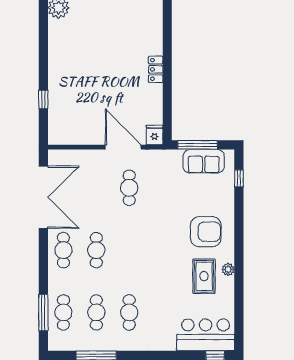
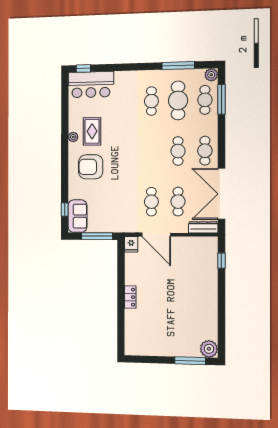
window: (43, 99) -> (221, 261), moved
dresser: (65, 156) -> (203, 227), added
sofa: (204, 161) -> (77, 216), moved, turned 90
cafe table: (96, 188) -> (178, 202), added
cafe table: (96, 312) -> (178, 100), width x1.37, depth x1.35
plant: (56, 343) -> (211, 75), added

